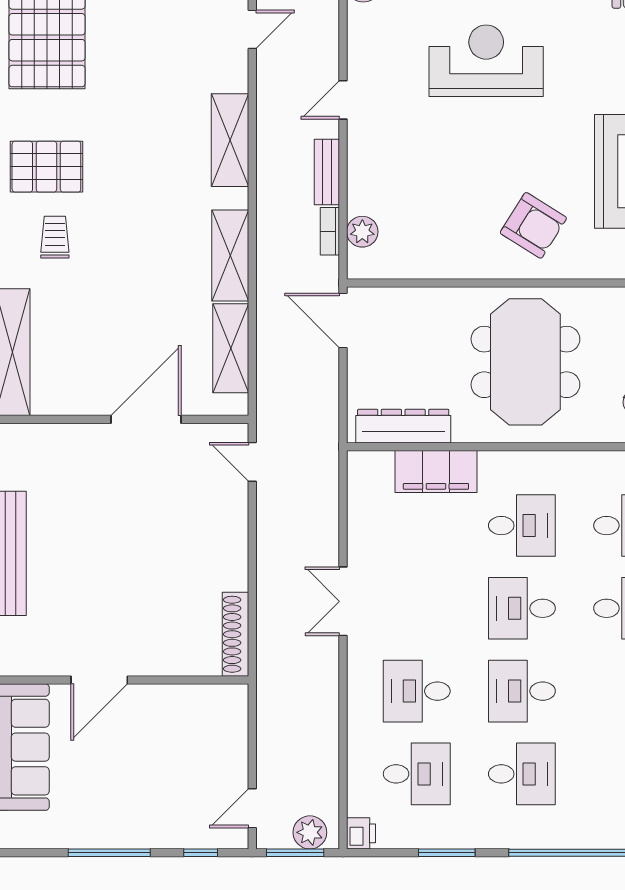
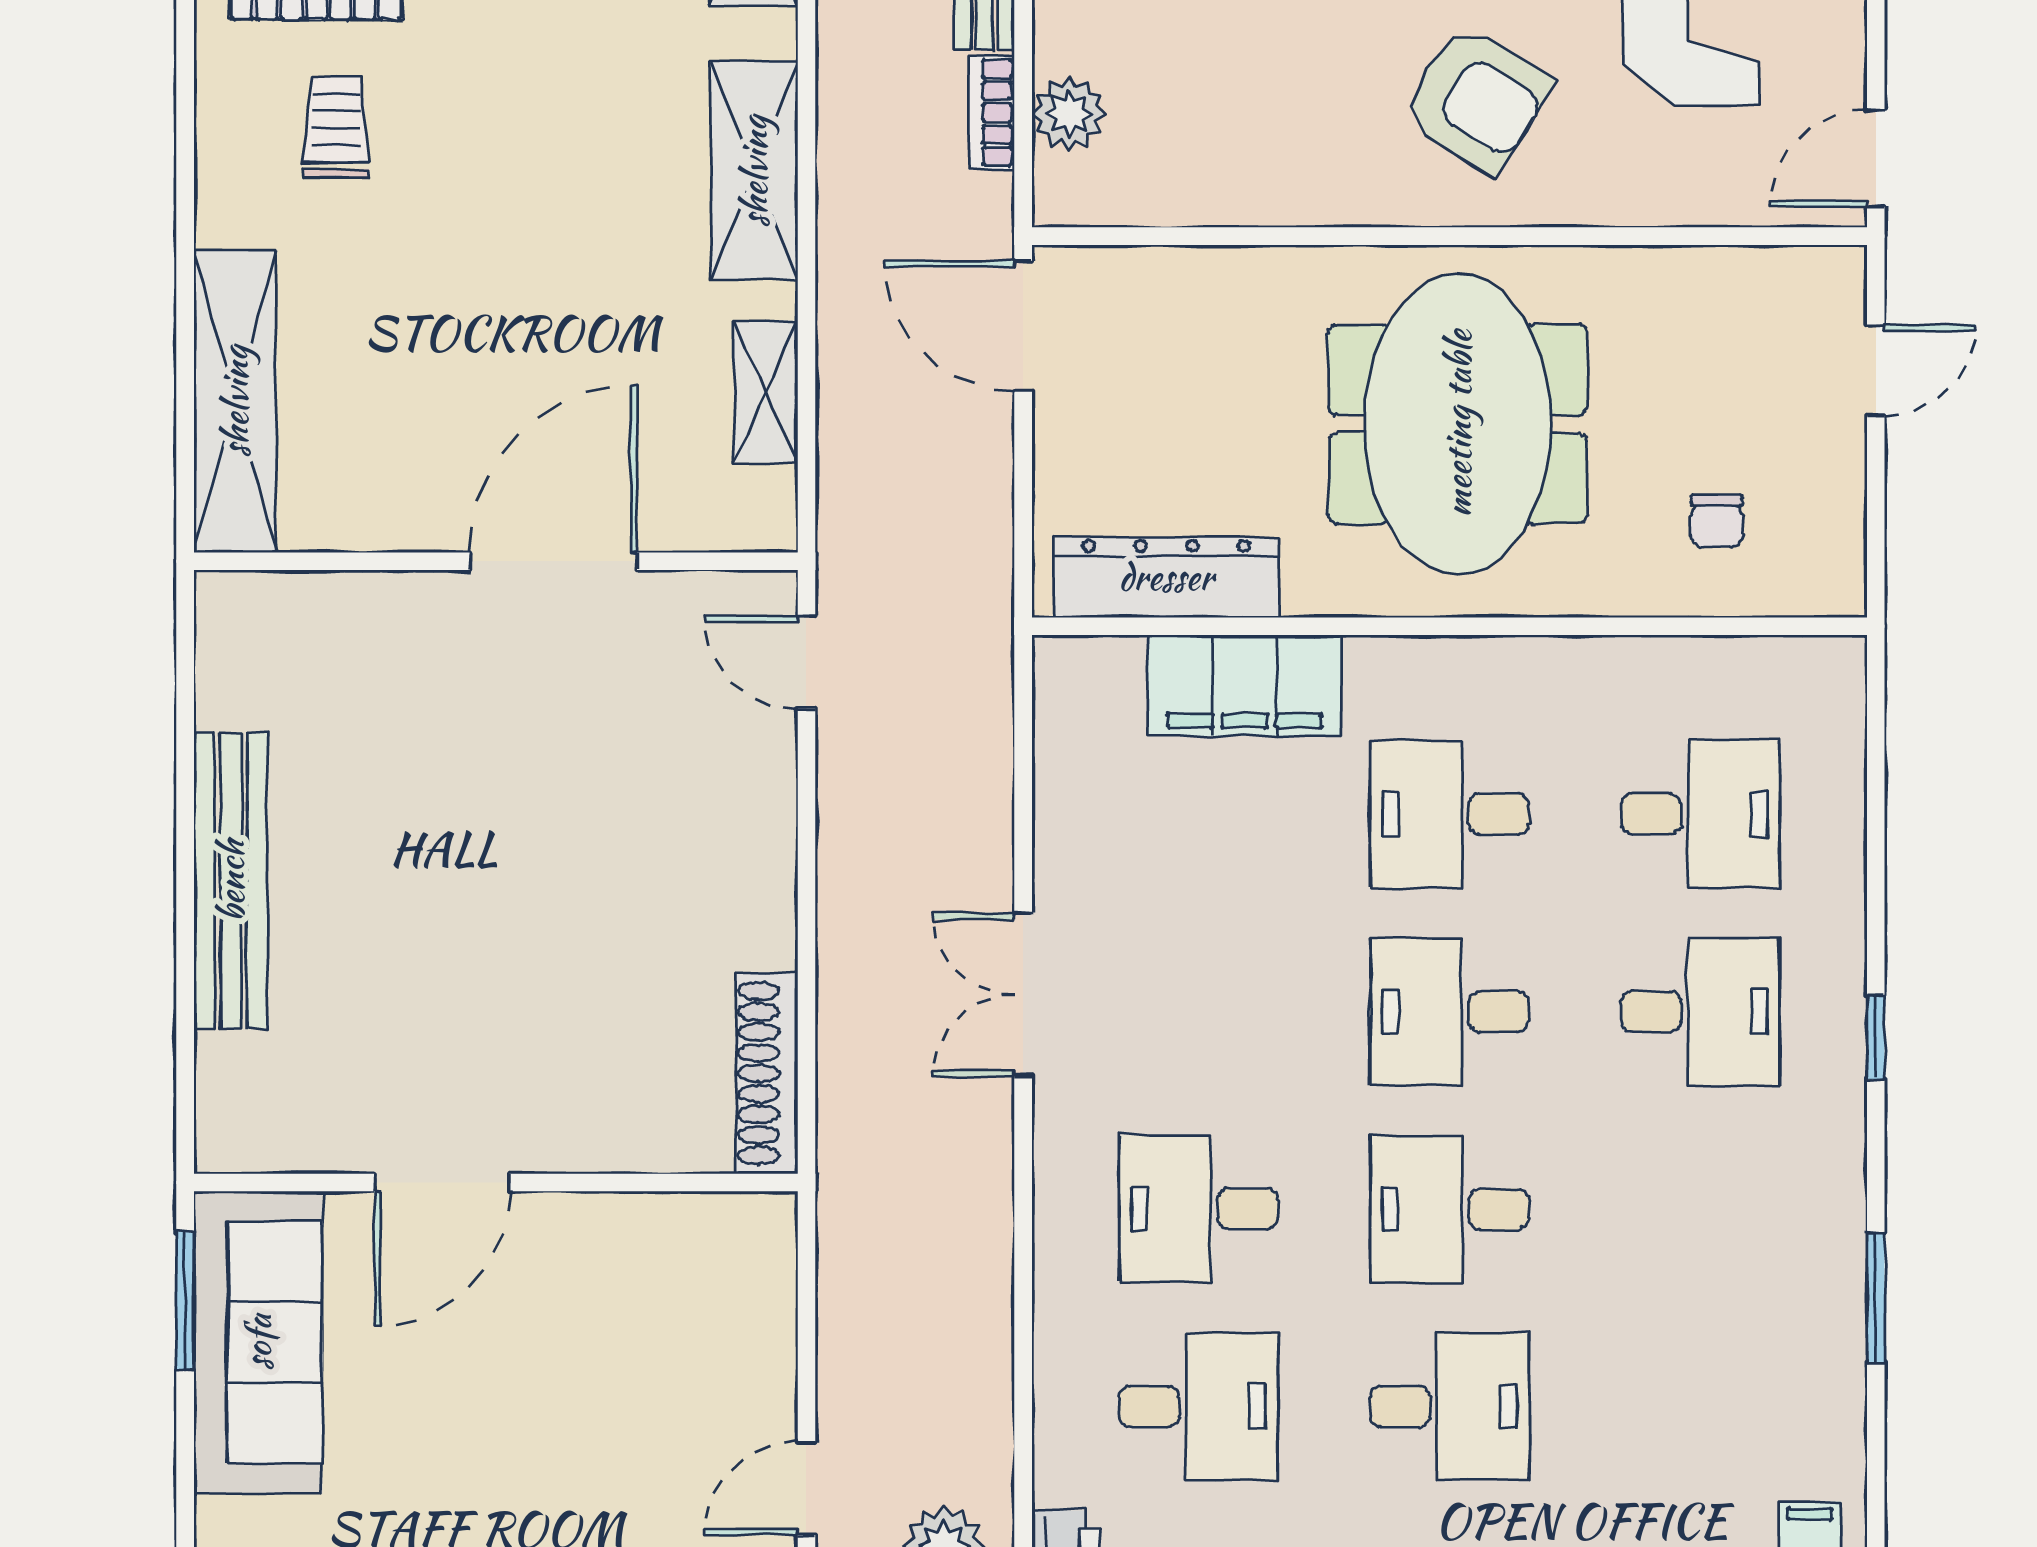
shelving: (231, 348) -> (766, 392), width x0.67, depth x0.75
desk: (522, 526) -> (1449, 814), turned 180

